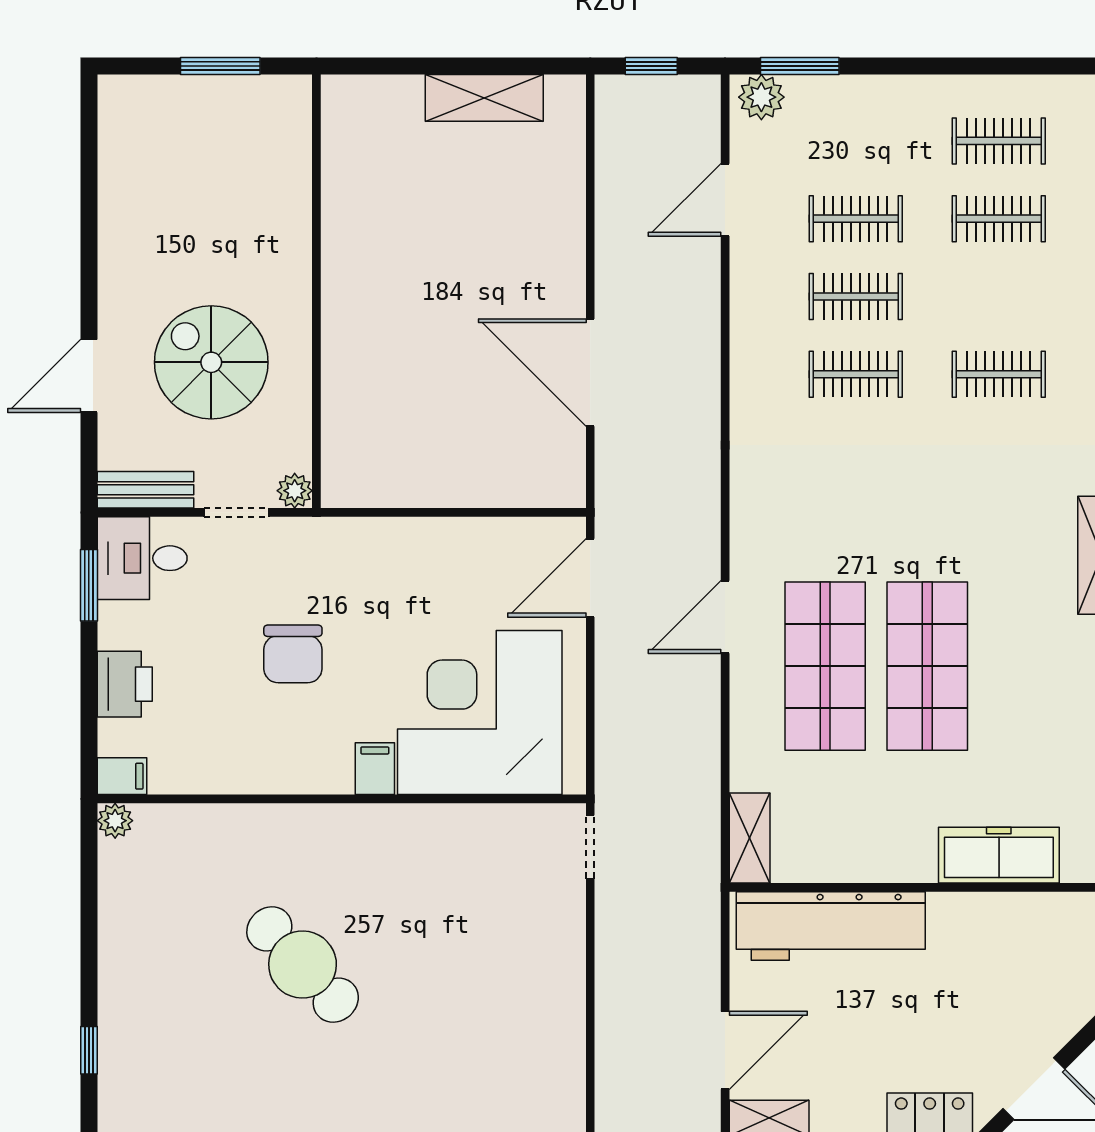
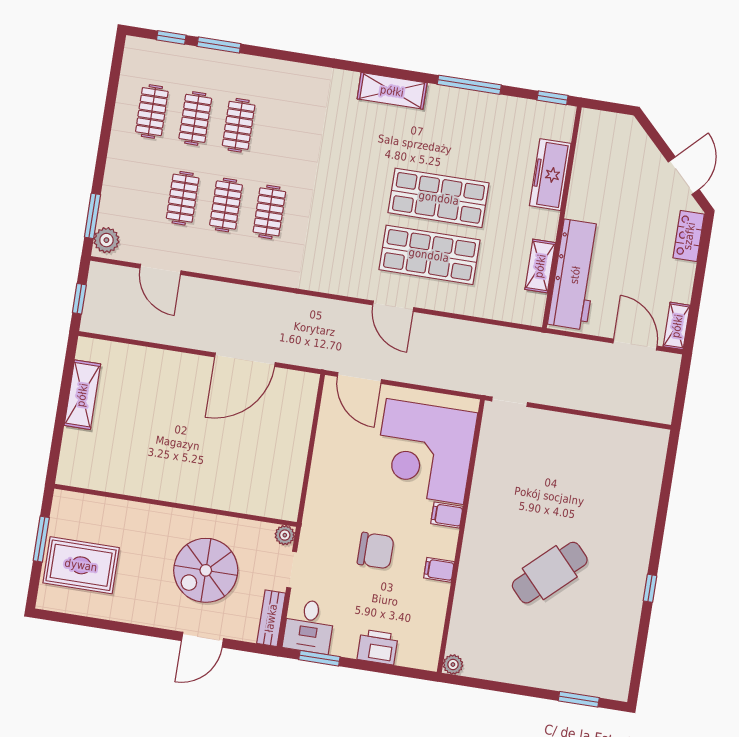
rug: (185, 143) -> (81, 565), added
clothes rail: (999, 374) -> (239, 125), moved
door: (89, 376) -> (202, 640), hinge flipped
filing cabinet: (122, 776) -> (439, 570), moved, turned -90
shelving: (750, 838) -> (540, 266), moved, turned 90
window: (89, 1050) -> (579, 699), width x1.50

